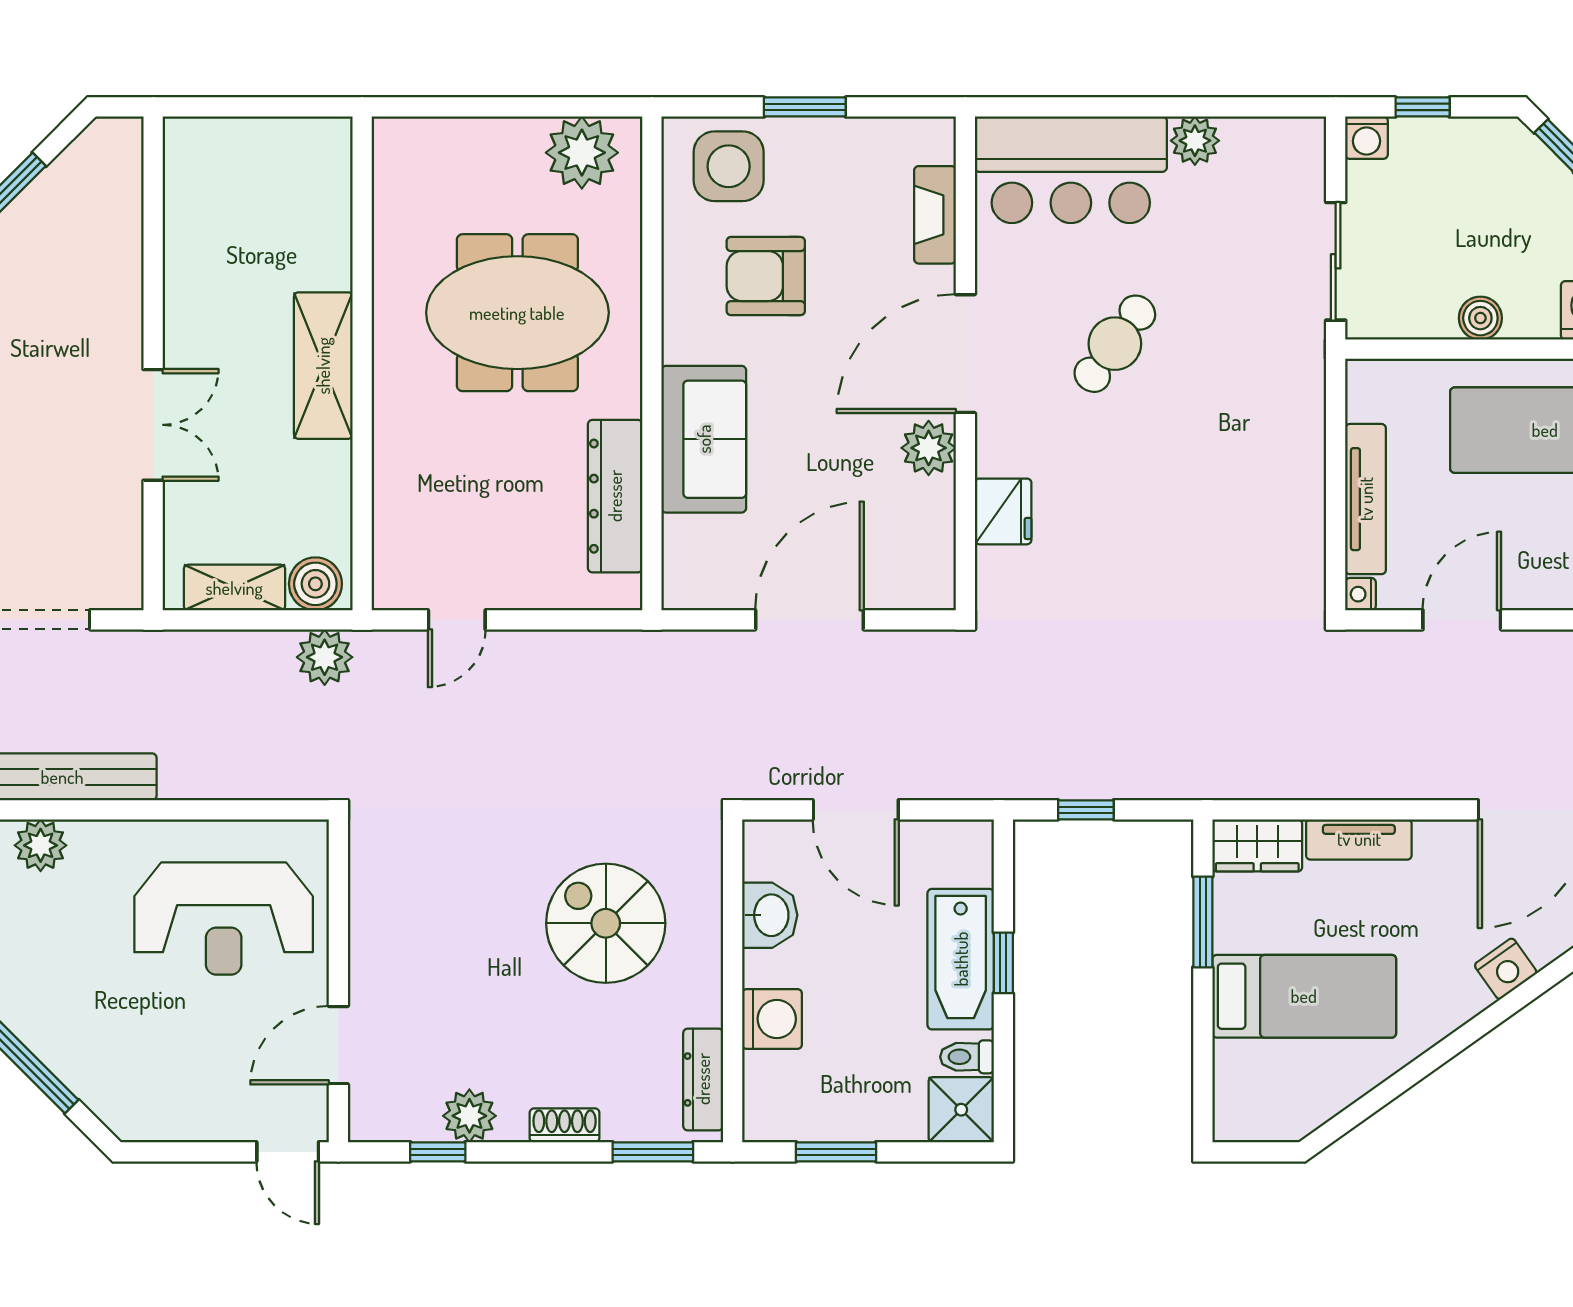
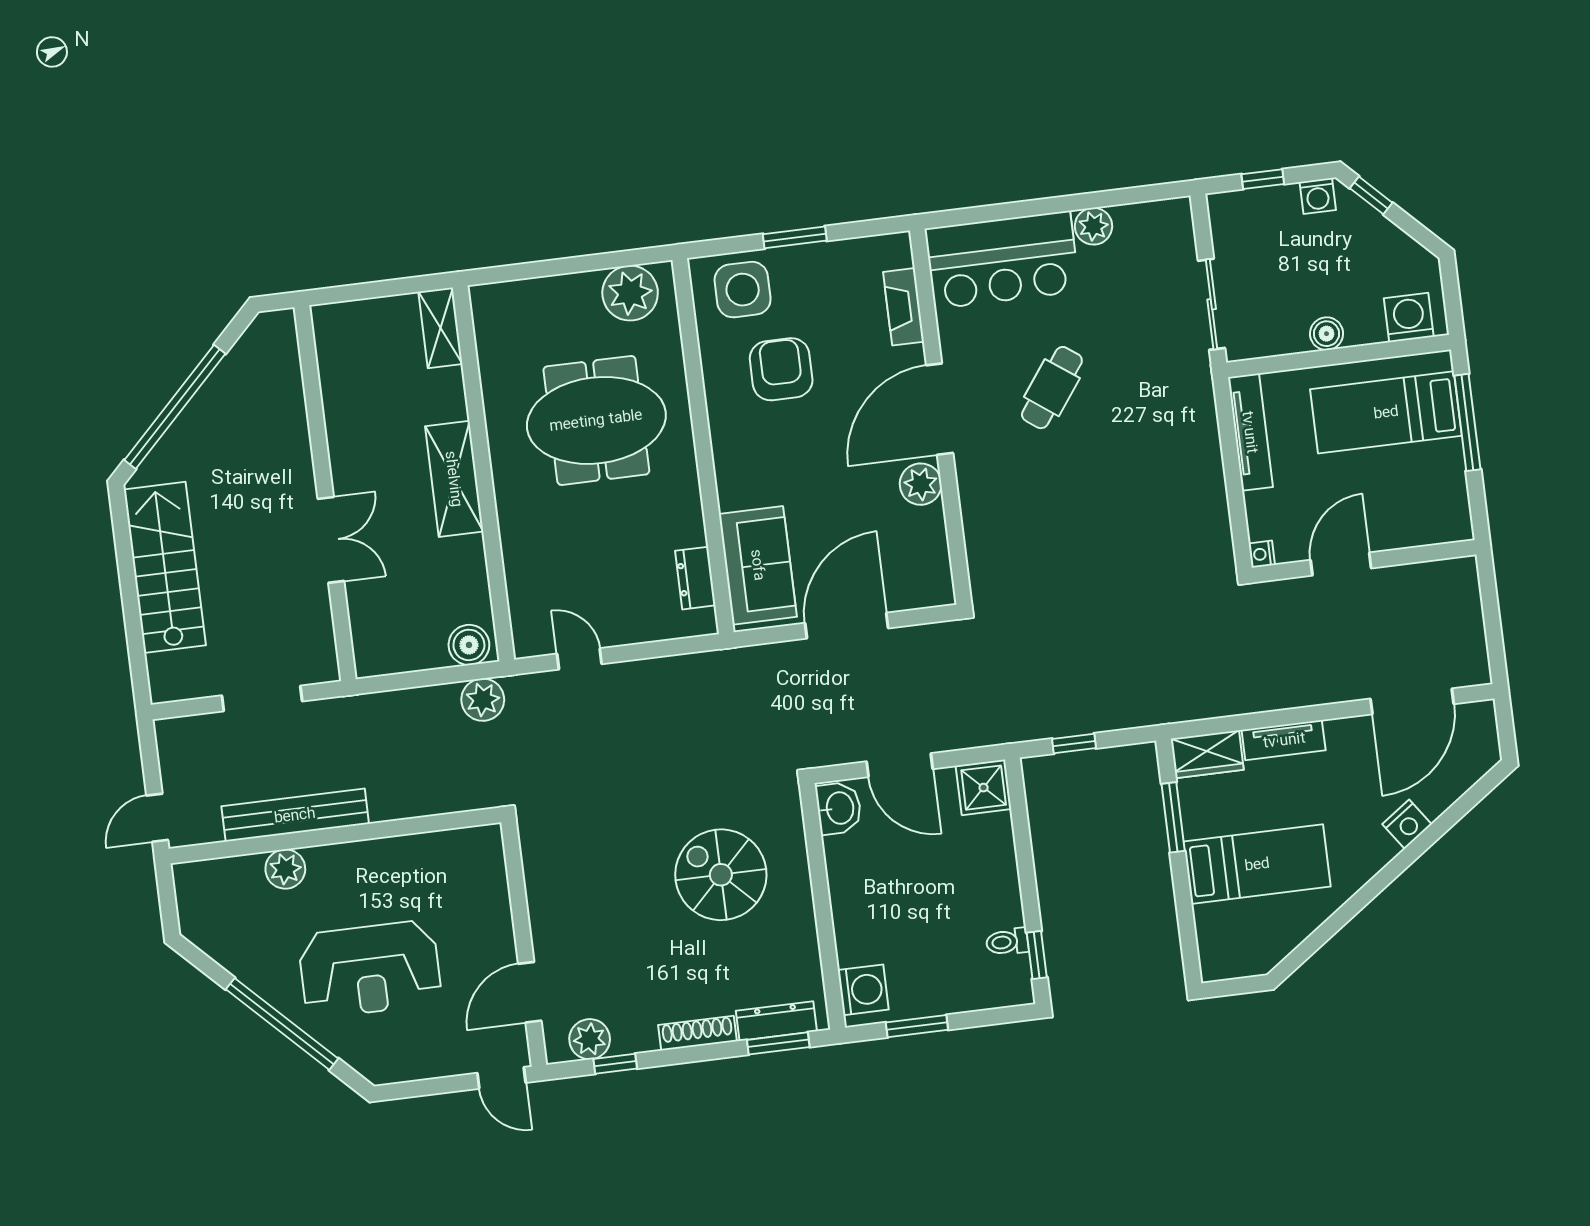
washing machine: (1366, 138) -> (1318, 196), moved
armchair: (766, 276) -> (781, 369), turned 90
sofa: (704, 439) -> (758, 565), moved
dresser: (615, 496) -> (695, 578), width x0.51, depth x0.80
tv unit: (1366, 499) -> (1250, 432), moved
fridge: (1003, 511) -> (983, 525), removed
shelving: (234, 588) -> (440, 328), moved, turned 90
door: (457, 620) -> (579, 659), swing flipped
washbasin: (770, 915) -> (839, 808), moved
reception desk: (224, 919) -> (370, 969), moved
bathtub: (961, 959) -> (993, 868), removed
window: (1003, 963) -> (1037, 955), moved
washing machine: (772, 1019) -> (863, 990), moved
dresser: (703, 1079) -> (776, 1021), moved, turned 90
shower: (961, 1110) -> (984, 788), moved
plant: (469, 1116) -> (590, 1039), moved
shoe rack: (565, 1125) -> (697, 1033), width x1.43

